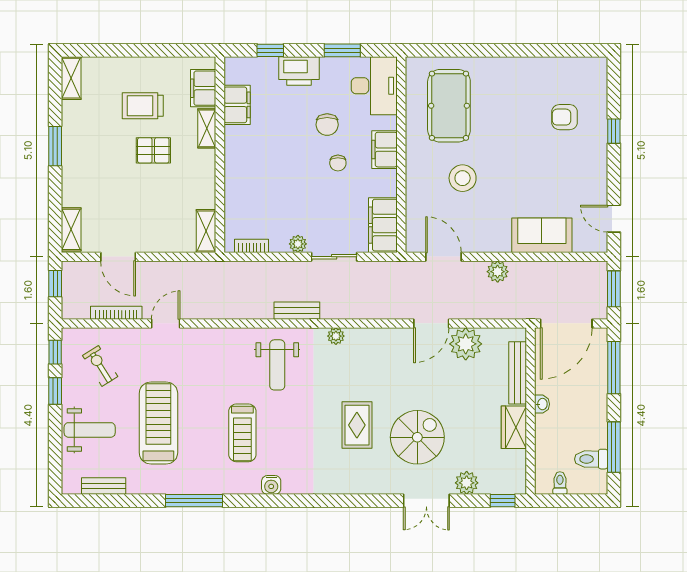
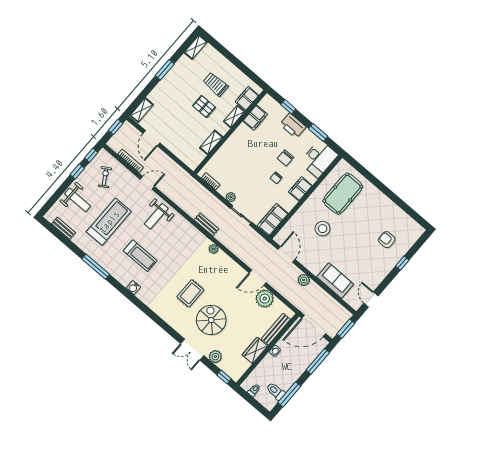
shelving: (206, 231) -> (211, 142), moved
weight bench: (277, 365) -> (156, 216), moved
treadmill: (242, 433) -> (140, 256), turned -90
spiral stairs: (417, 437) -> (211, 320), turned -90

